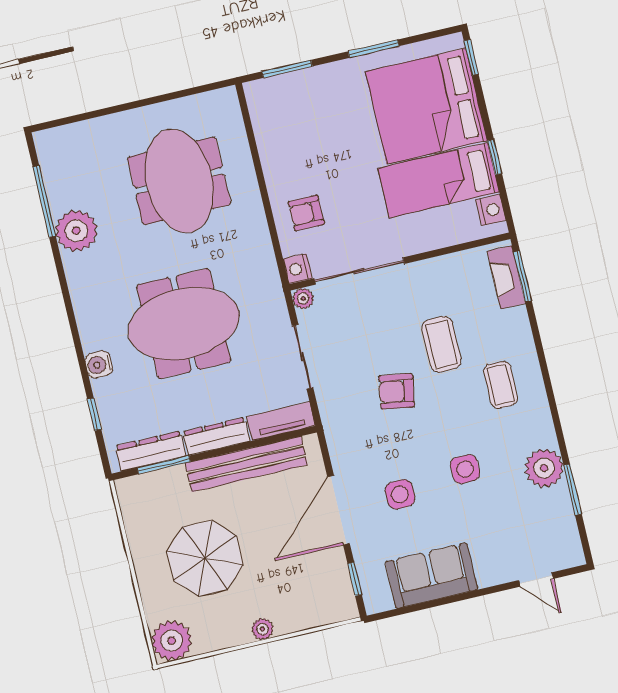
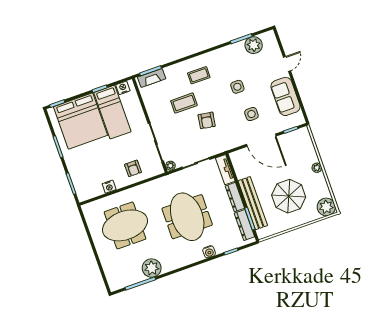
nightstand: (298, 269) -> (109, 187), moved
bench: (246, 464) -> (253, 203), moved
plant: (544, 468) -> (254, 45), moved
door: (536, 579) -> (287, 64), moved

